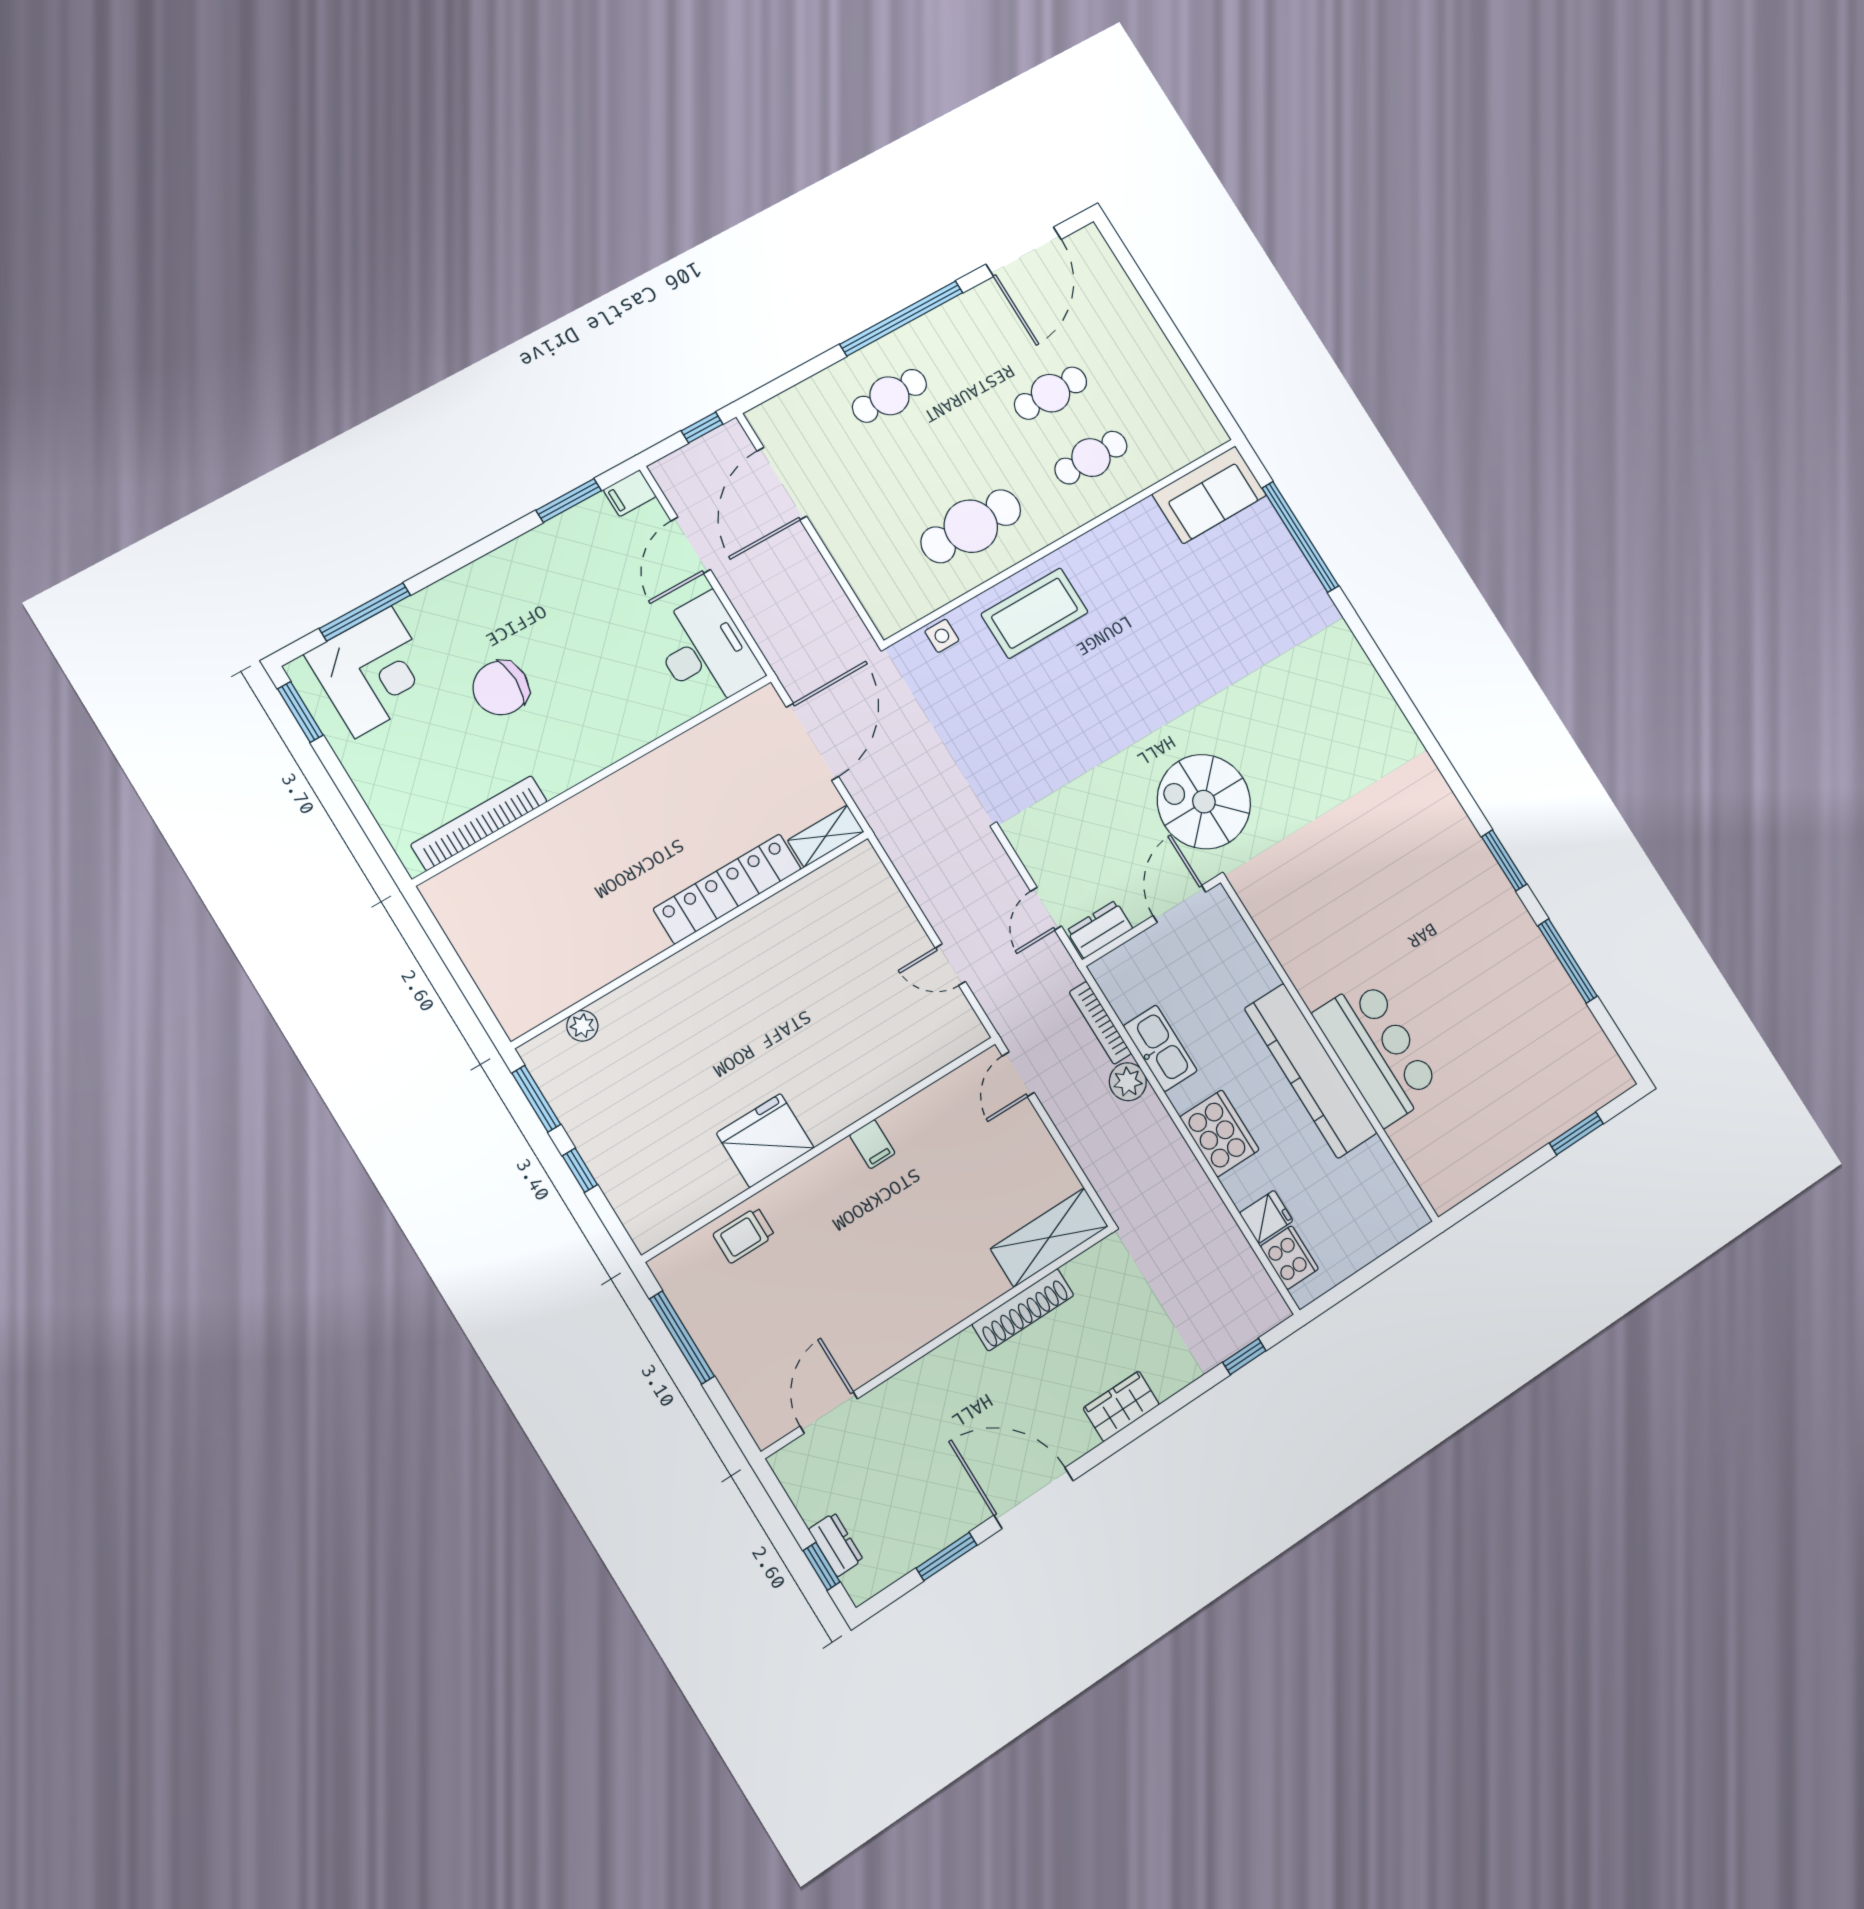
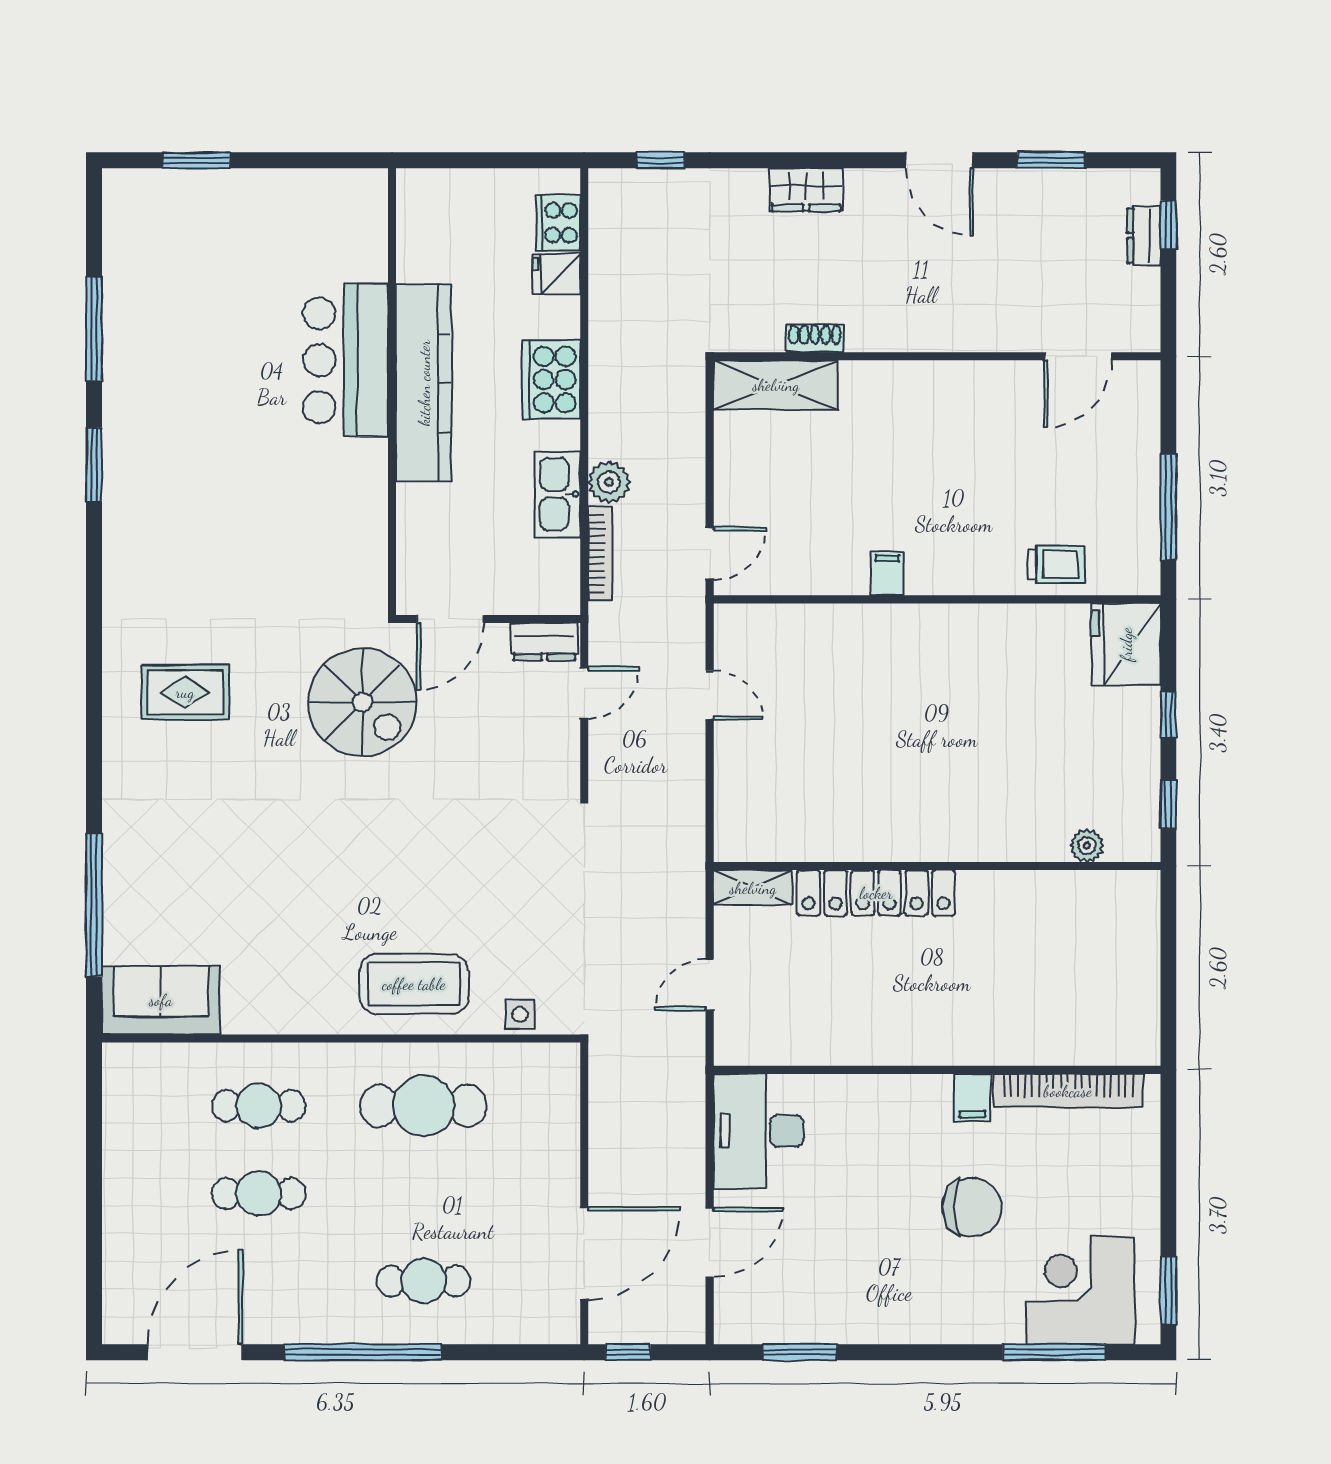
filing cabinet: (630, 493) -> (972, 1098), moved, turned 90
rug: (1335, 732) -> (185, 692), added
door: (812, 742) -> (710, 985), width x0.53
window: (536, 1099) -> (1168, 804), width x0.67
fridge: (765, 1140) -> (1126, 644), moved, turned 90
shoe rack: (1023, 1310) -> (815, 338), width x0.51, depth x0.81
door: (1034, 1498) -> (939, 160), width x0.73

